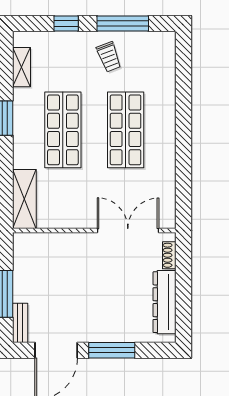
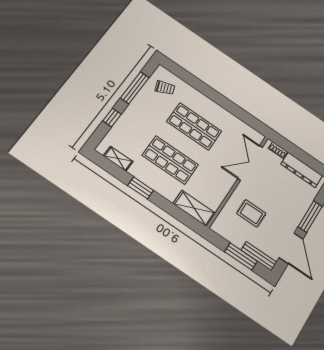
trolley: (109, 57) -> (165, 88), moved
rug: (66, 273) -> (251, 213), added
bench: (20, 323) -> (259, 256), width x1.36

